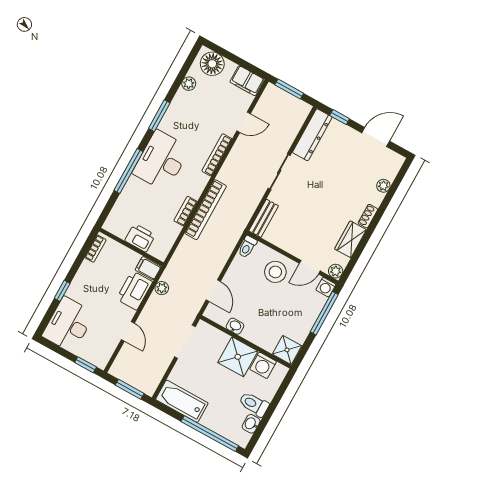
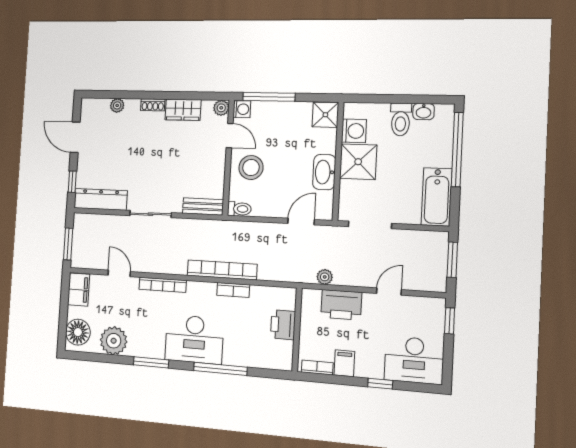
plant: (189, 84) -> (114, 341), width x1.87, depth x1.87
filing cabinet: (148, 268) -> (344, 363), moved, turned 180
washbasin: (235, 326) -> (324, 172), width x1.91, depth x1.45

